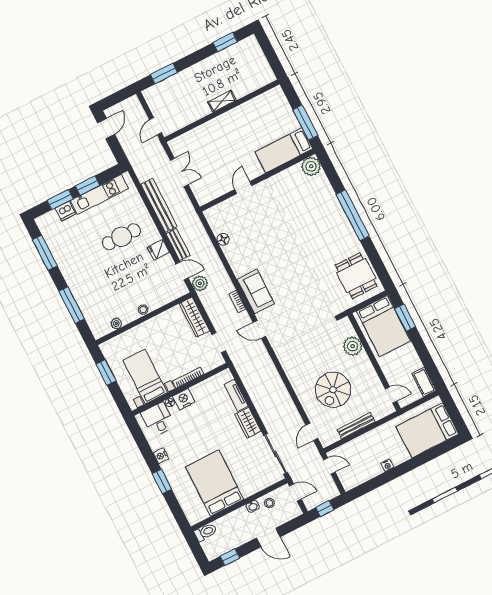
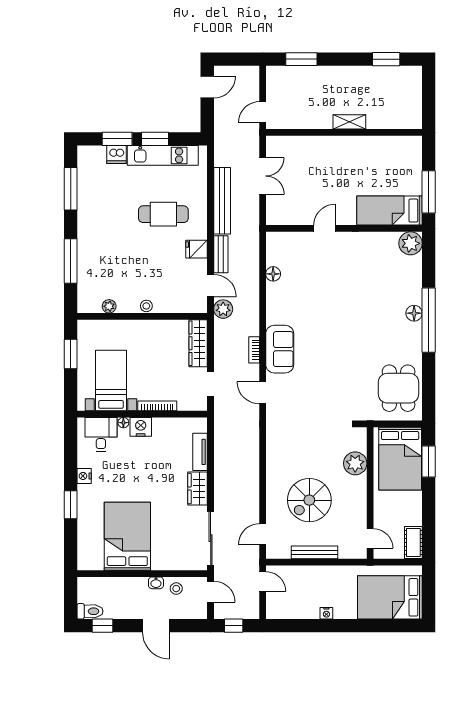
floor lamp: (340, 216) -> (414, 313), added
toilet: (206, 532) -> (90, 611), moved

